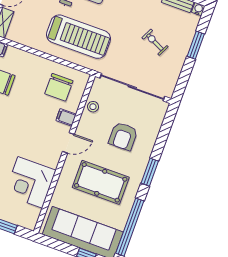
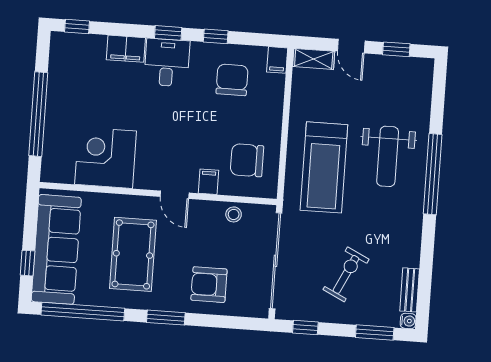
exercise bike: (155, 42) -> (346, 274), width x1.38, depth x1.39
window: (196, 45) -> (375, 333), moved
window: (183, 80) -> (305, 328), added
armchair: (123, 136) -> (209, 285), moved

